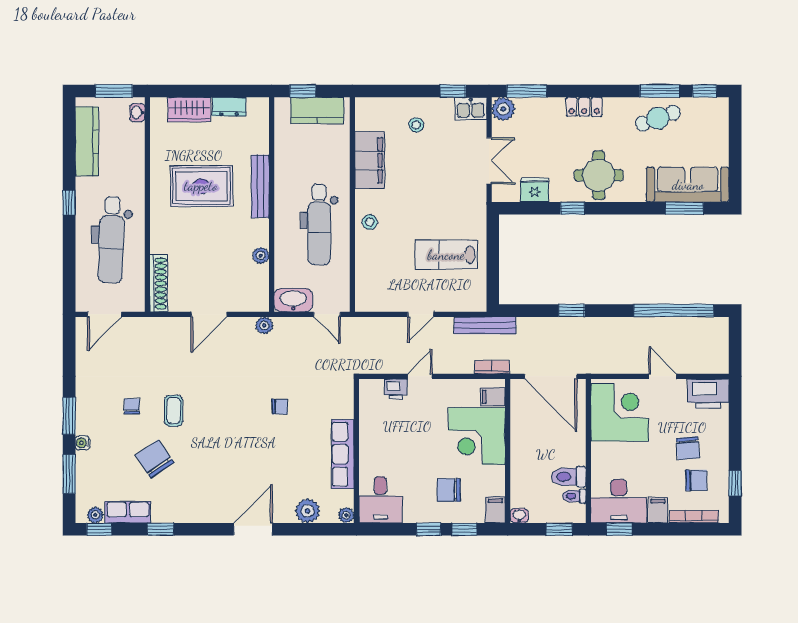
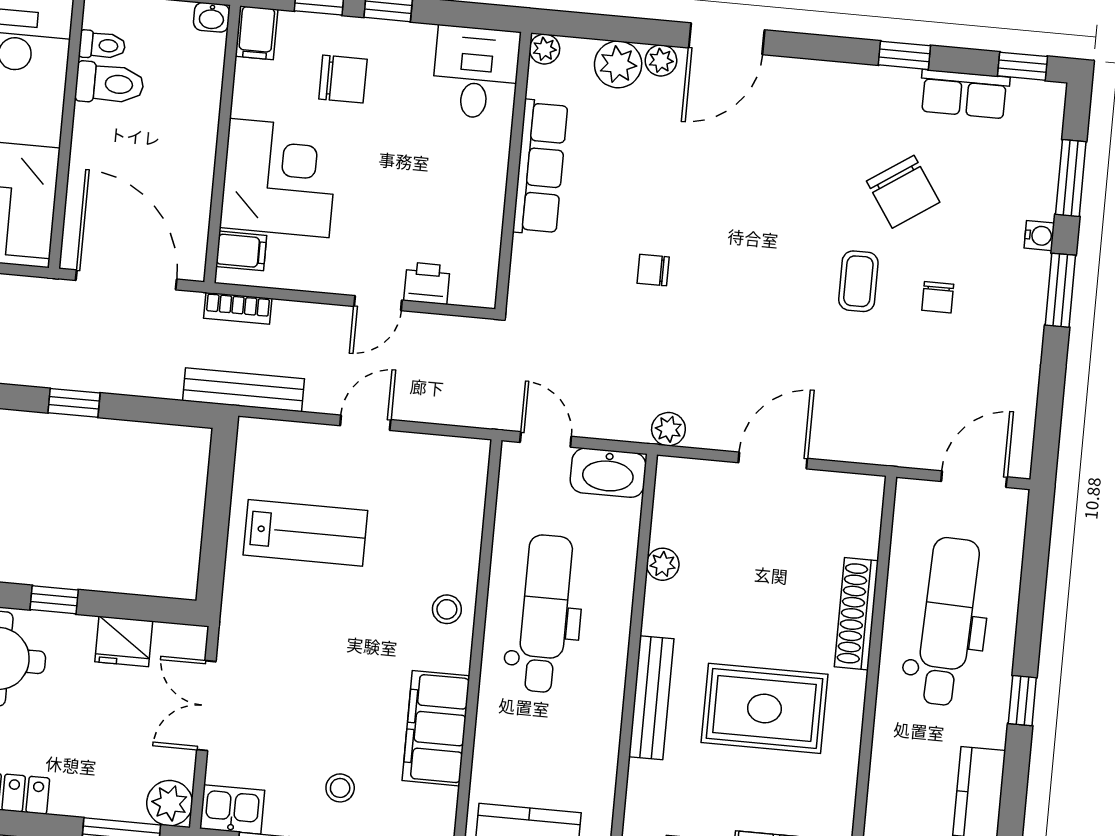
shoe rack: (159, 283) -> (856, 614), moved
plant: (95, 515) -> (661, 60), moved

